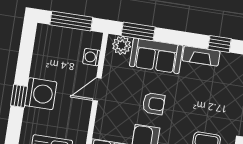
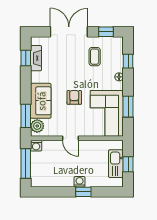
fireplace: (201, 56) -> (36, 58), moved
washing machine: (91, 57) -> (36, 146), moved
washing machine: (41, 94) -> (80, 182), width x0.53, depth x0.53

